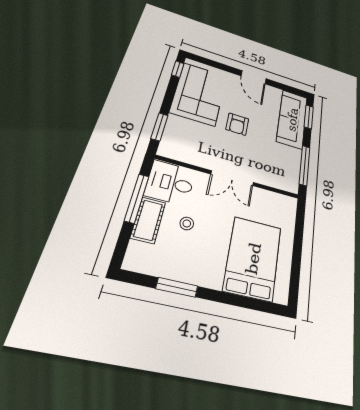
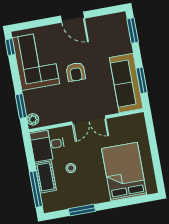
sofa: (292, 119) -> (126, 83), moved
plant: (166, 147) -> (33, 119), added
window: (305, 165) -> (142, 80), width x0.69
window: (137, 198) -> (36, 189), moved

